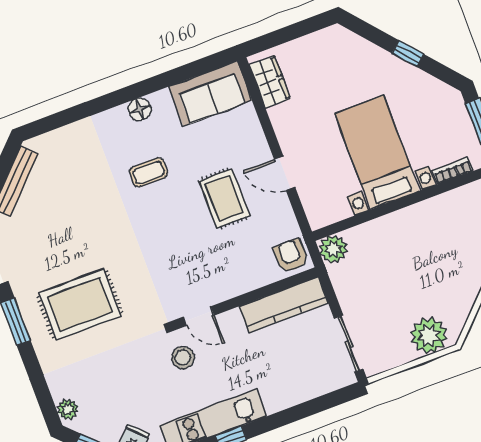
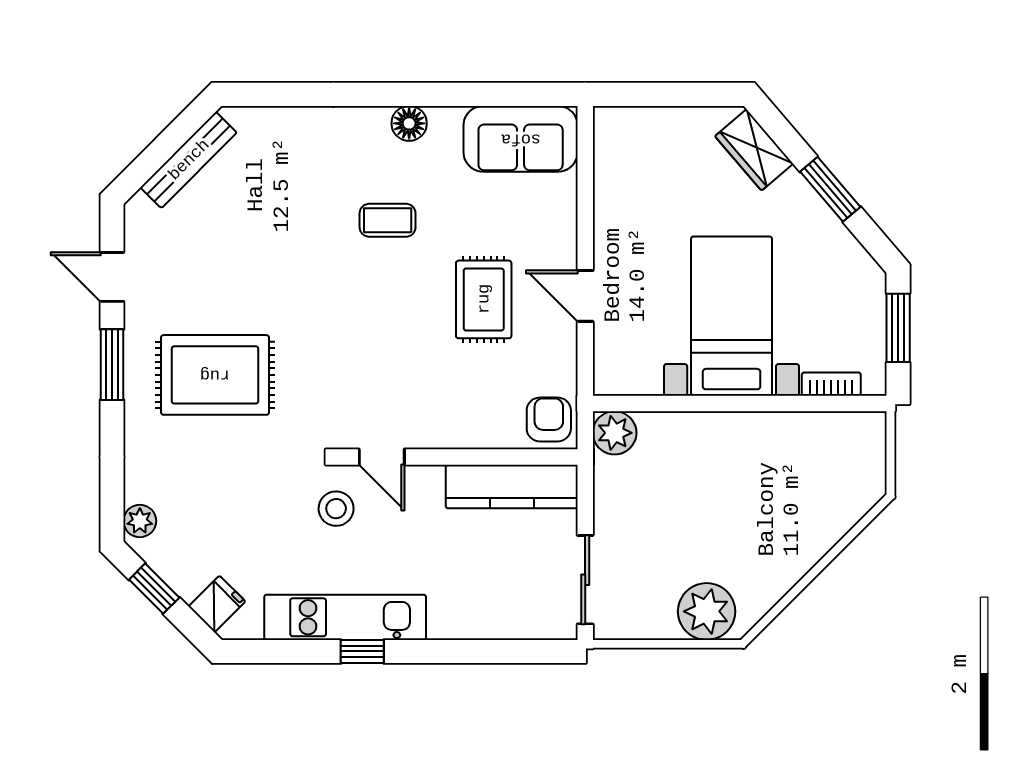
window: (408, 54) -> (830, 189), width x1.50
wardrobe: (270, 81) -> (754, 150), moved, turned 139

